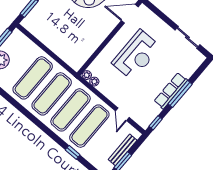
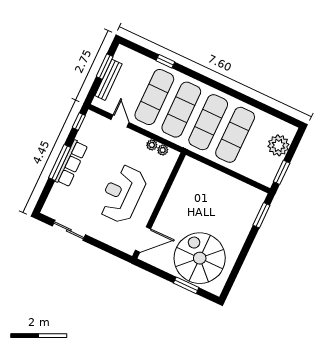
plant: (87, 75) -> (152, 145), moved

